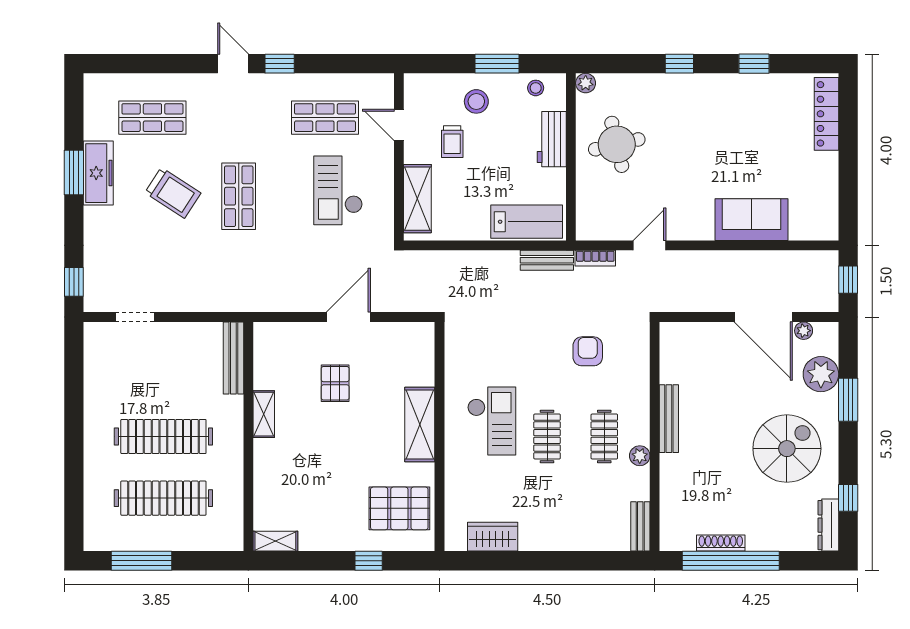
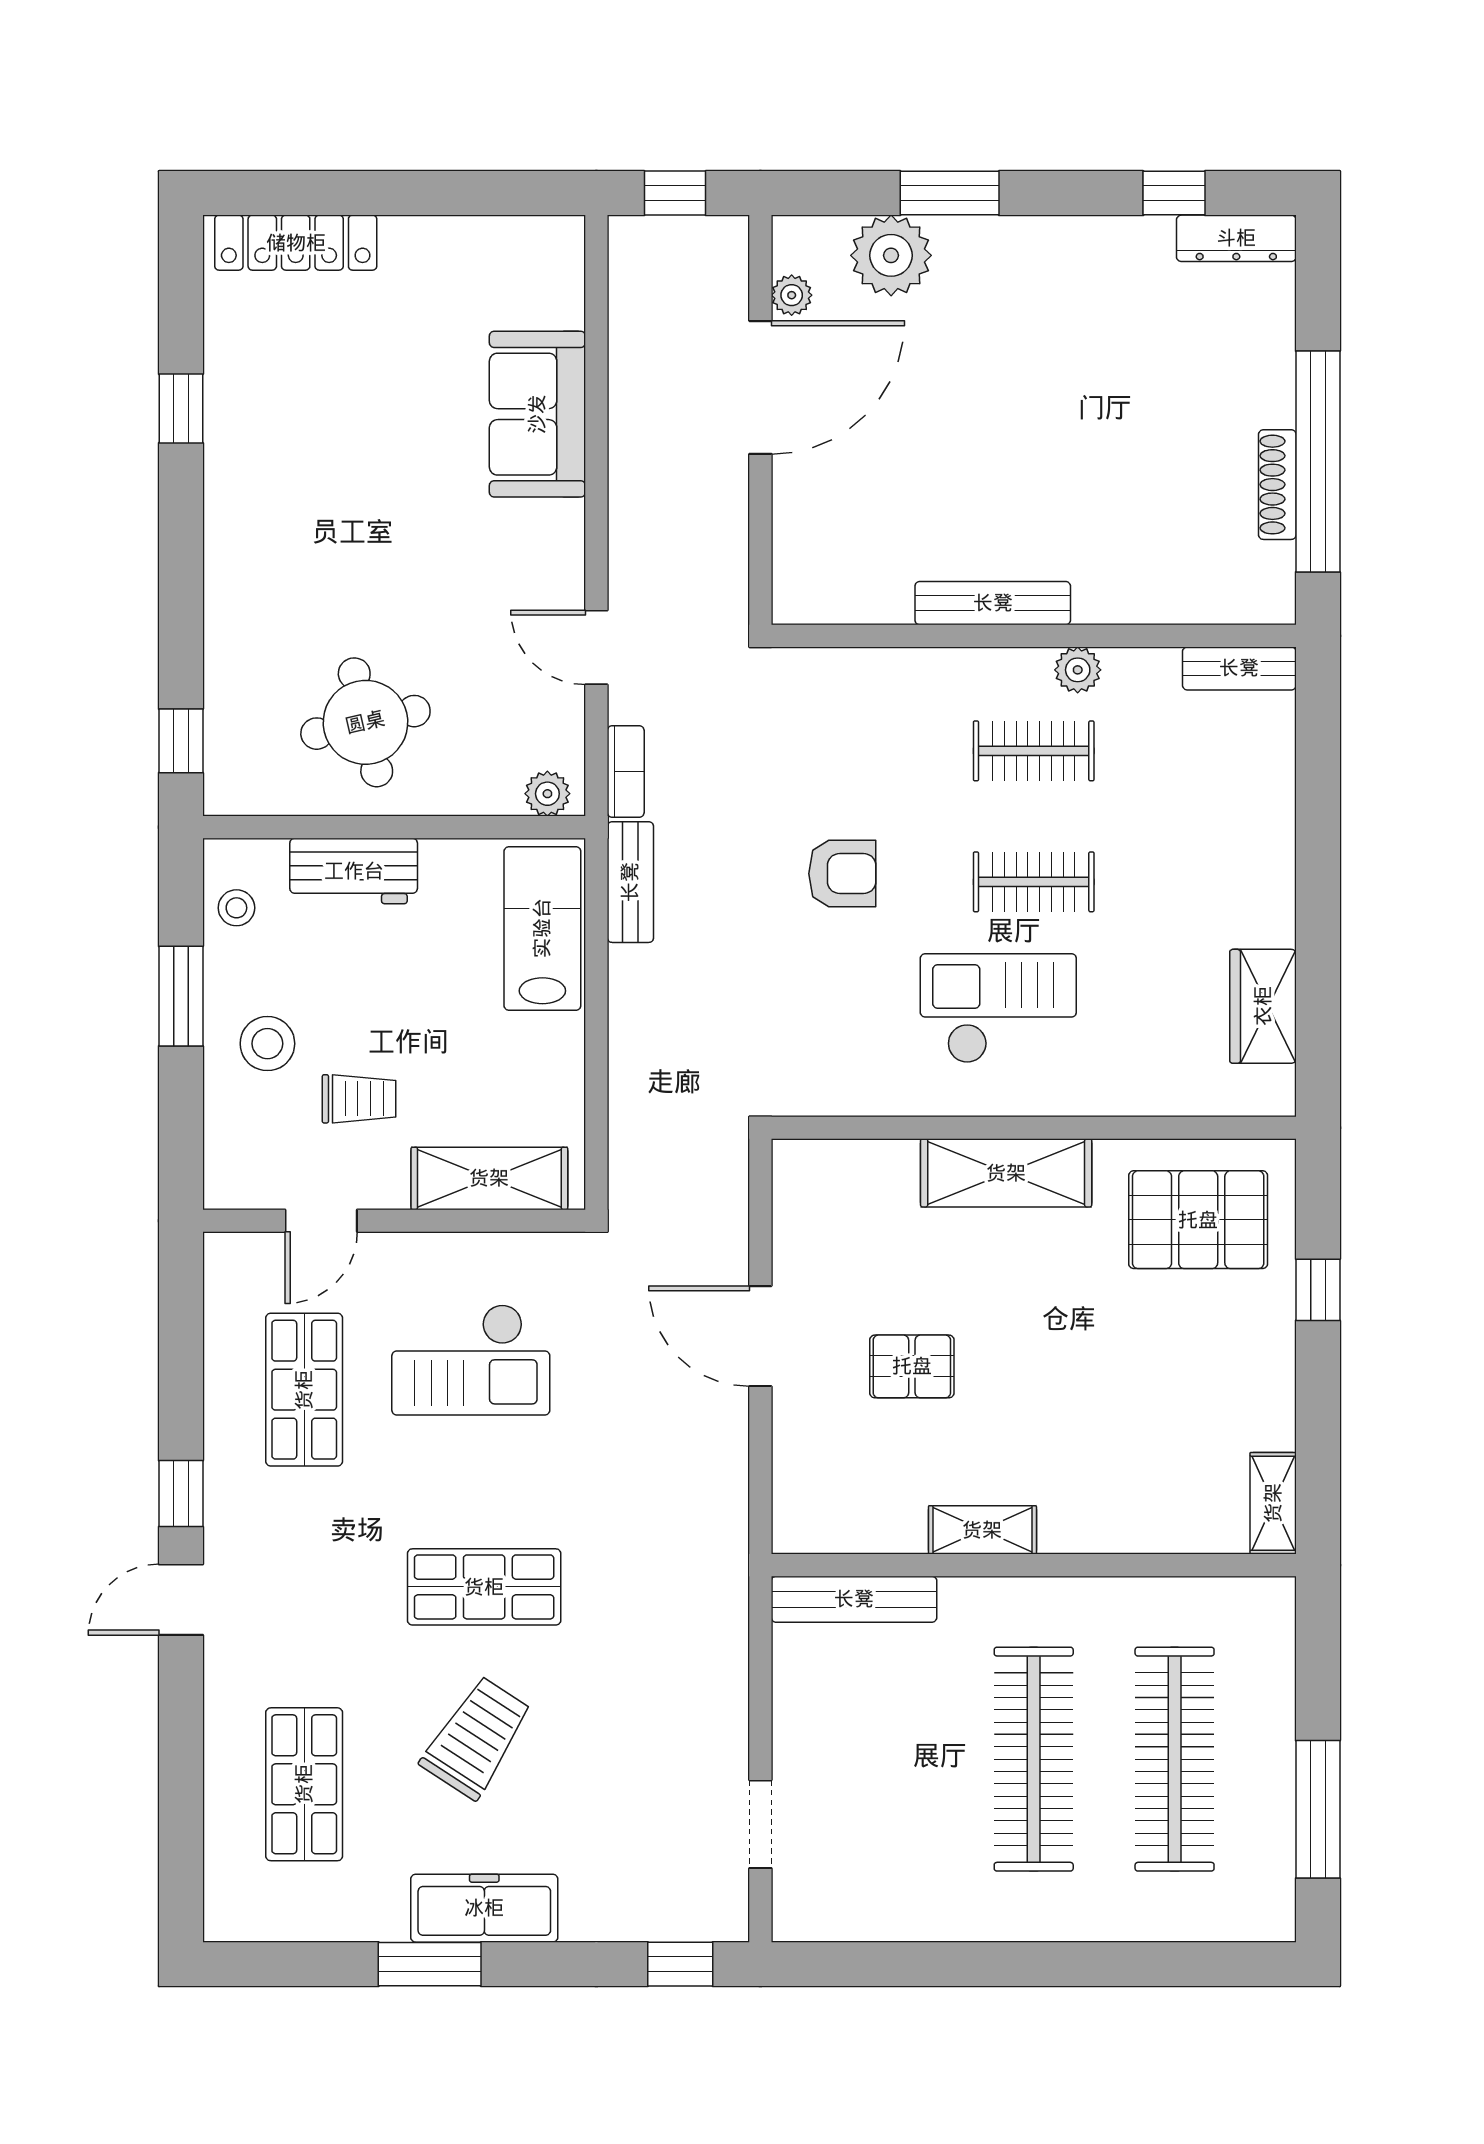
window: (679, 64) -> (181, 741), moved
plant: (586, 83) -> (547, 794), moved
freezer: (98, 173) -> (484, 1908), moved
armchair: (588, 351) -> (842, 874), moved, turned 180
spiral stairs: (787, 449) -> (1061, 333), removed
pallet: (399, 508) -> (1198, 1220), turned 90

